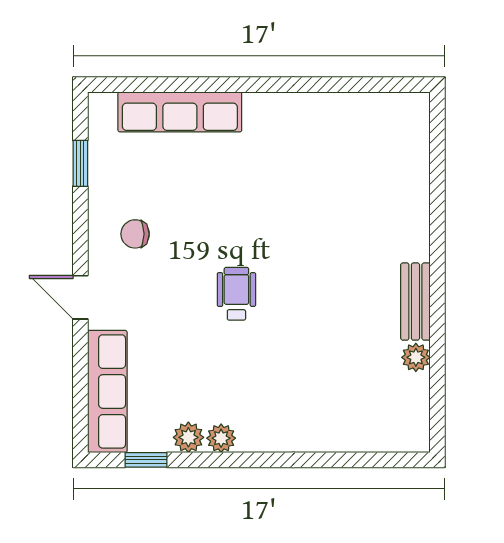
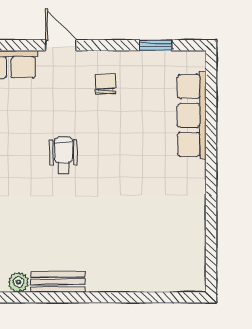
wheelchair: (236, 294) -> (63, 155), turned -90
door: (80, 297) -> (61, 45), hinge flipped

